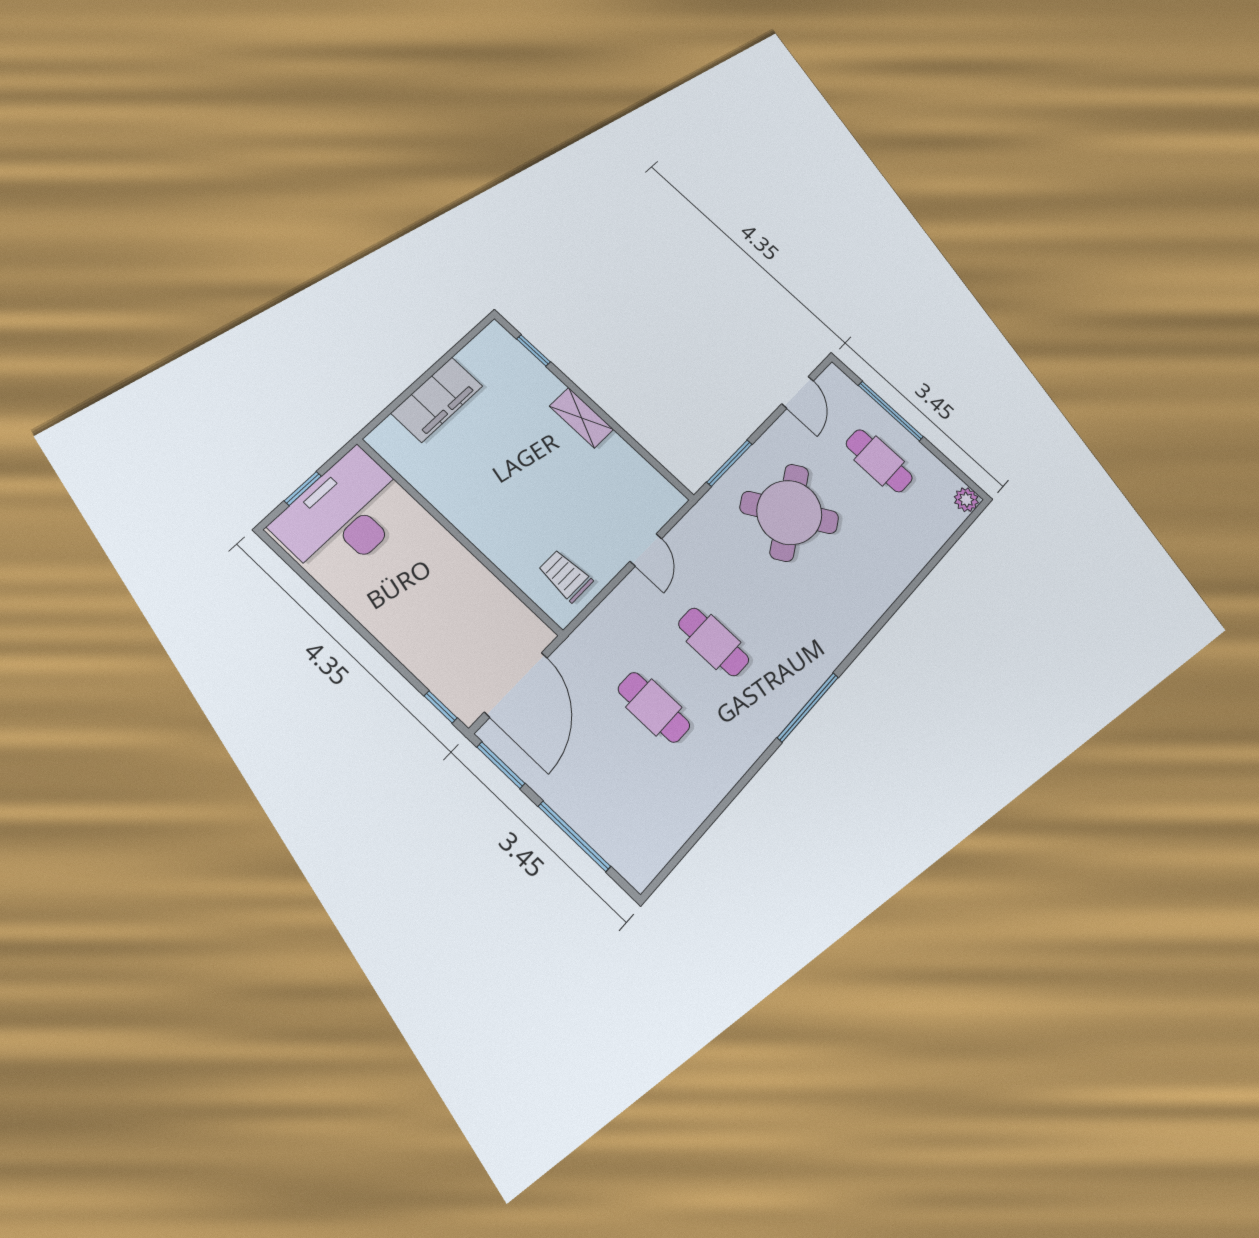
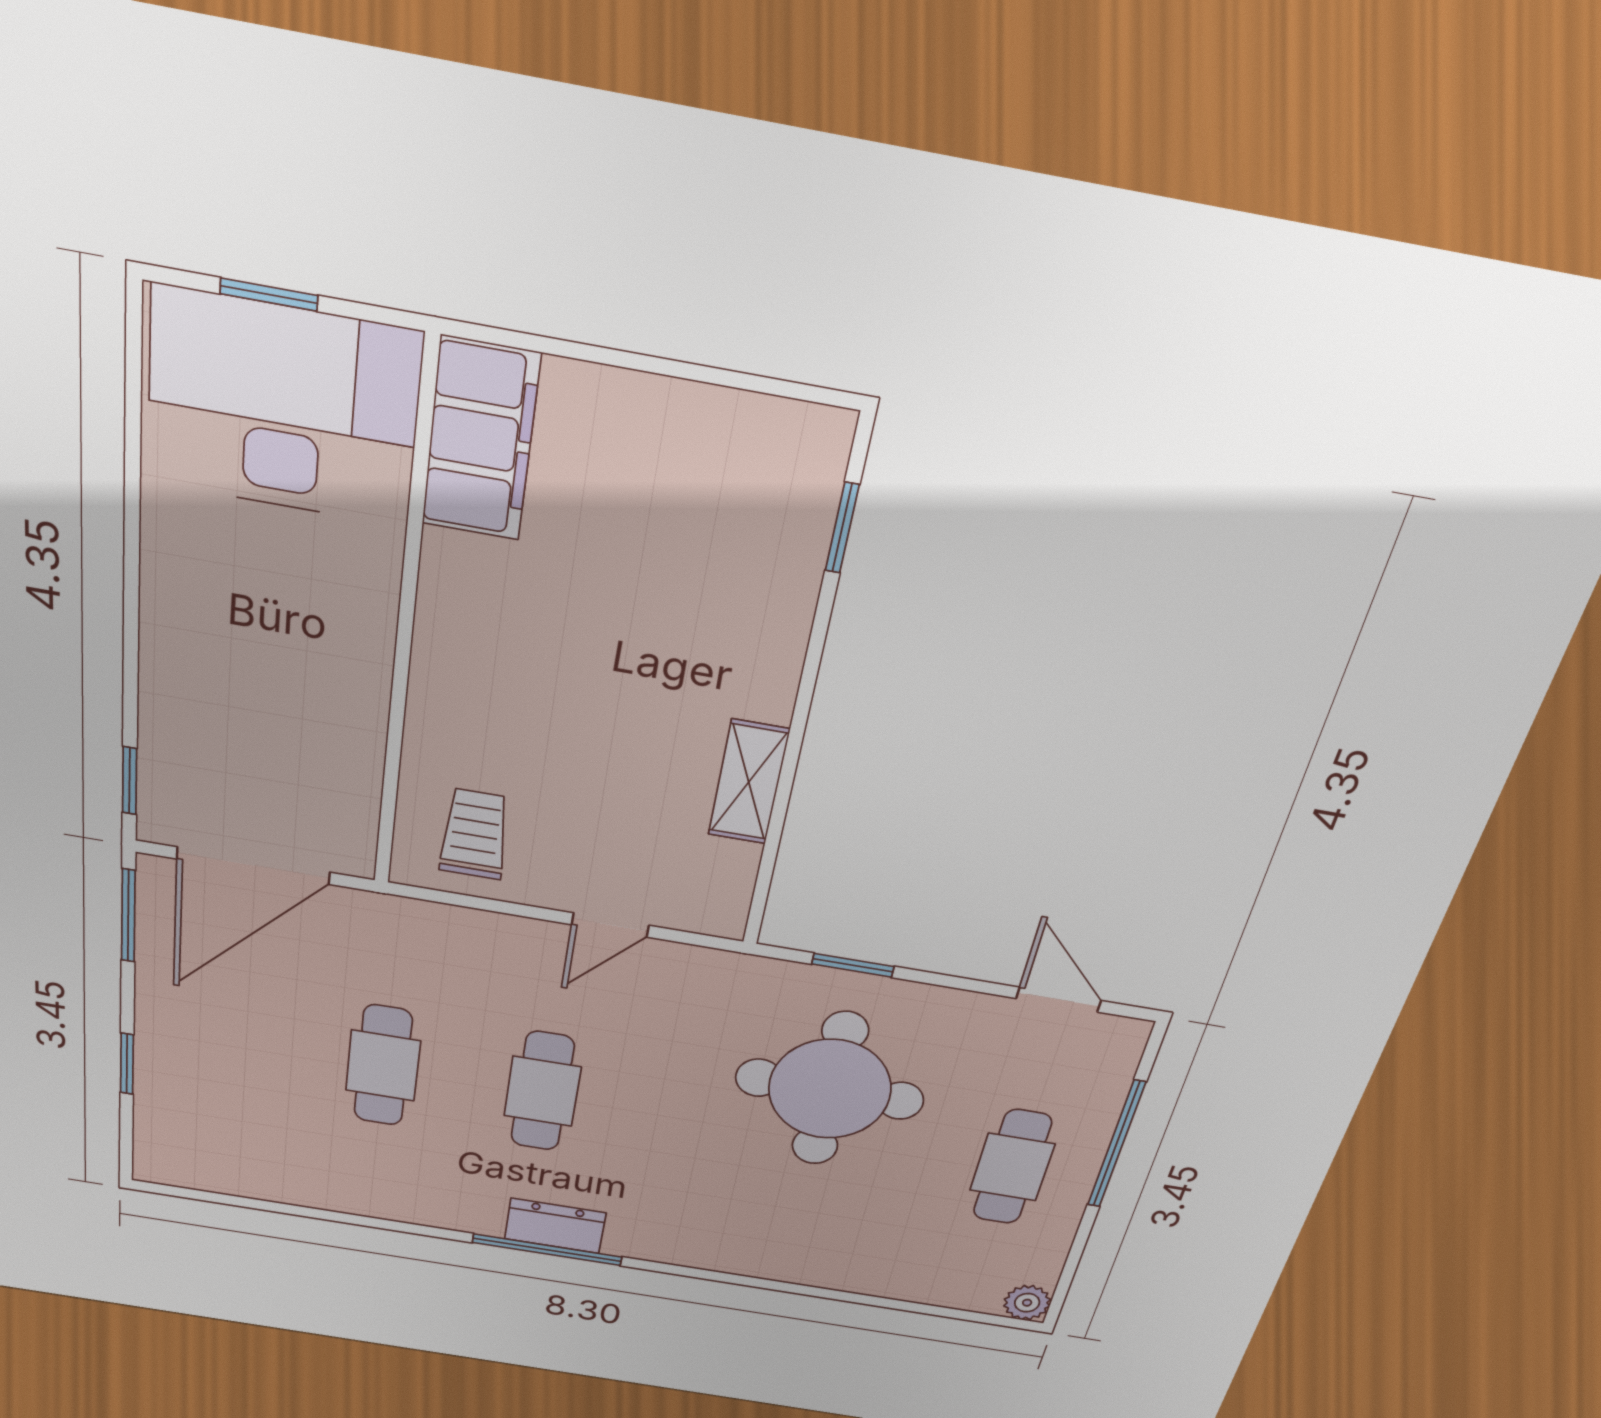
door: (798, 392) -> (1059, 1000), swing flipped
filing cabinet: (437, 400) -> (481, 440), moved, turned -90
shelving: (581, 418) -> (749, 782), moved
window: (729, 463) -> (853, 965), width x0.67
round table: (789, 512) -> (830, 1089), turned 31
dresser: (795, 693) -> (555, 1226), added
window: (574, 836) -> (127, 1064), width x0.46

